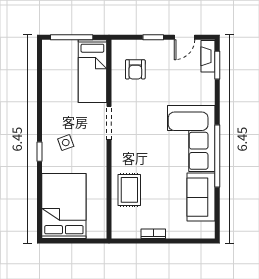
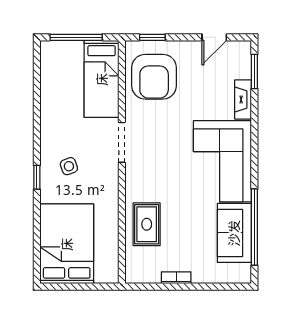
window: (153, 37) -> (152, 37), moved
fireplace: (208, 56) -> (243, 100), moved
armchair: (135, 69) -> (154, 77), width x1.88, depth x1.88
window: (217, 156) -> (254, 227), moved

